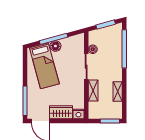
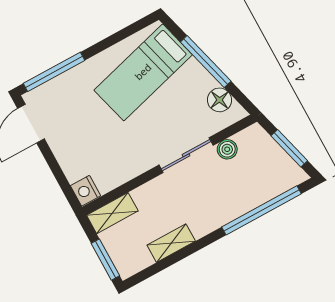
floor lamp: (55, 46) -> (219, 100), moved
shelving: (93, 90) -> (112, 213), moved
wardrobe: (61, 112) -> (70, 155), removed

